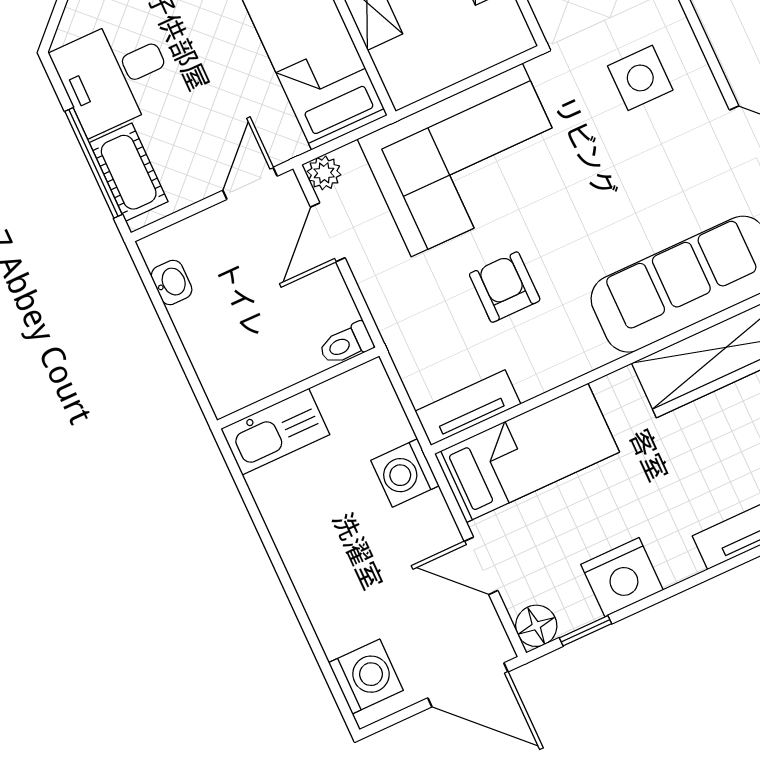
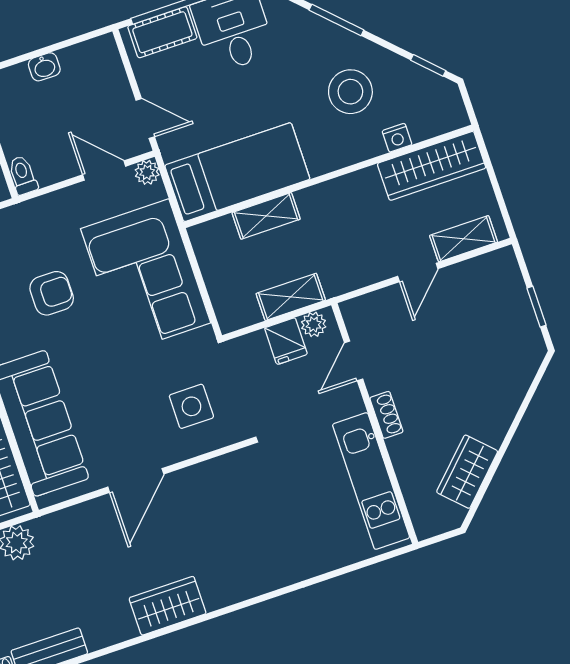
washbasin: (172, 282) -> (44, 67), moved

